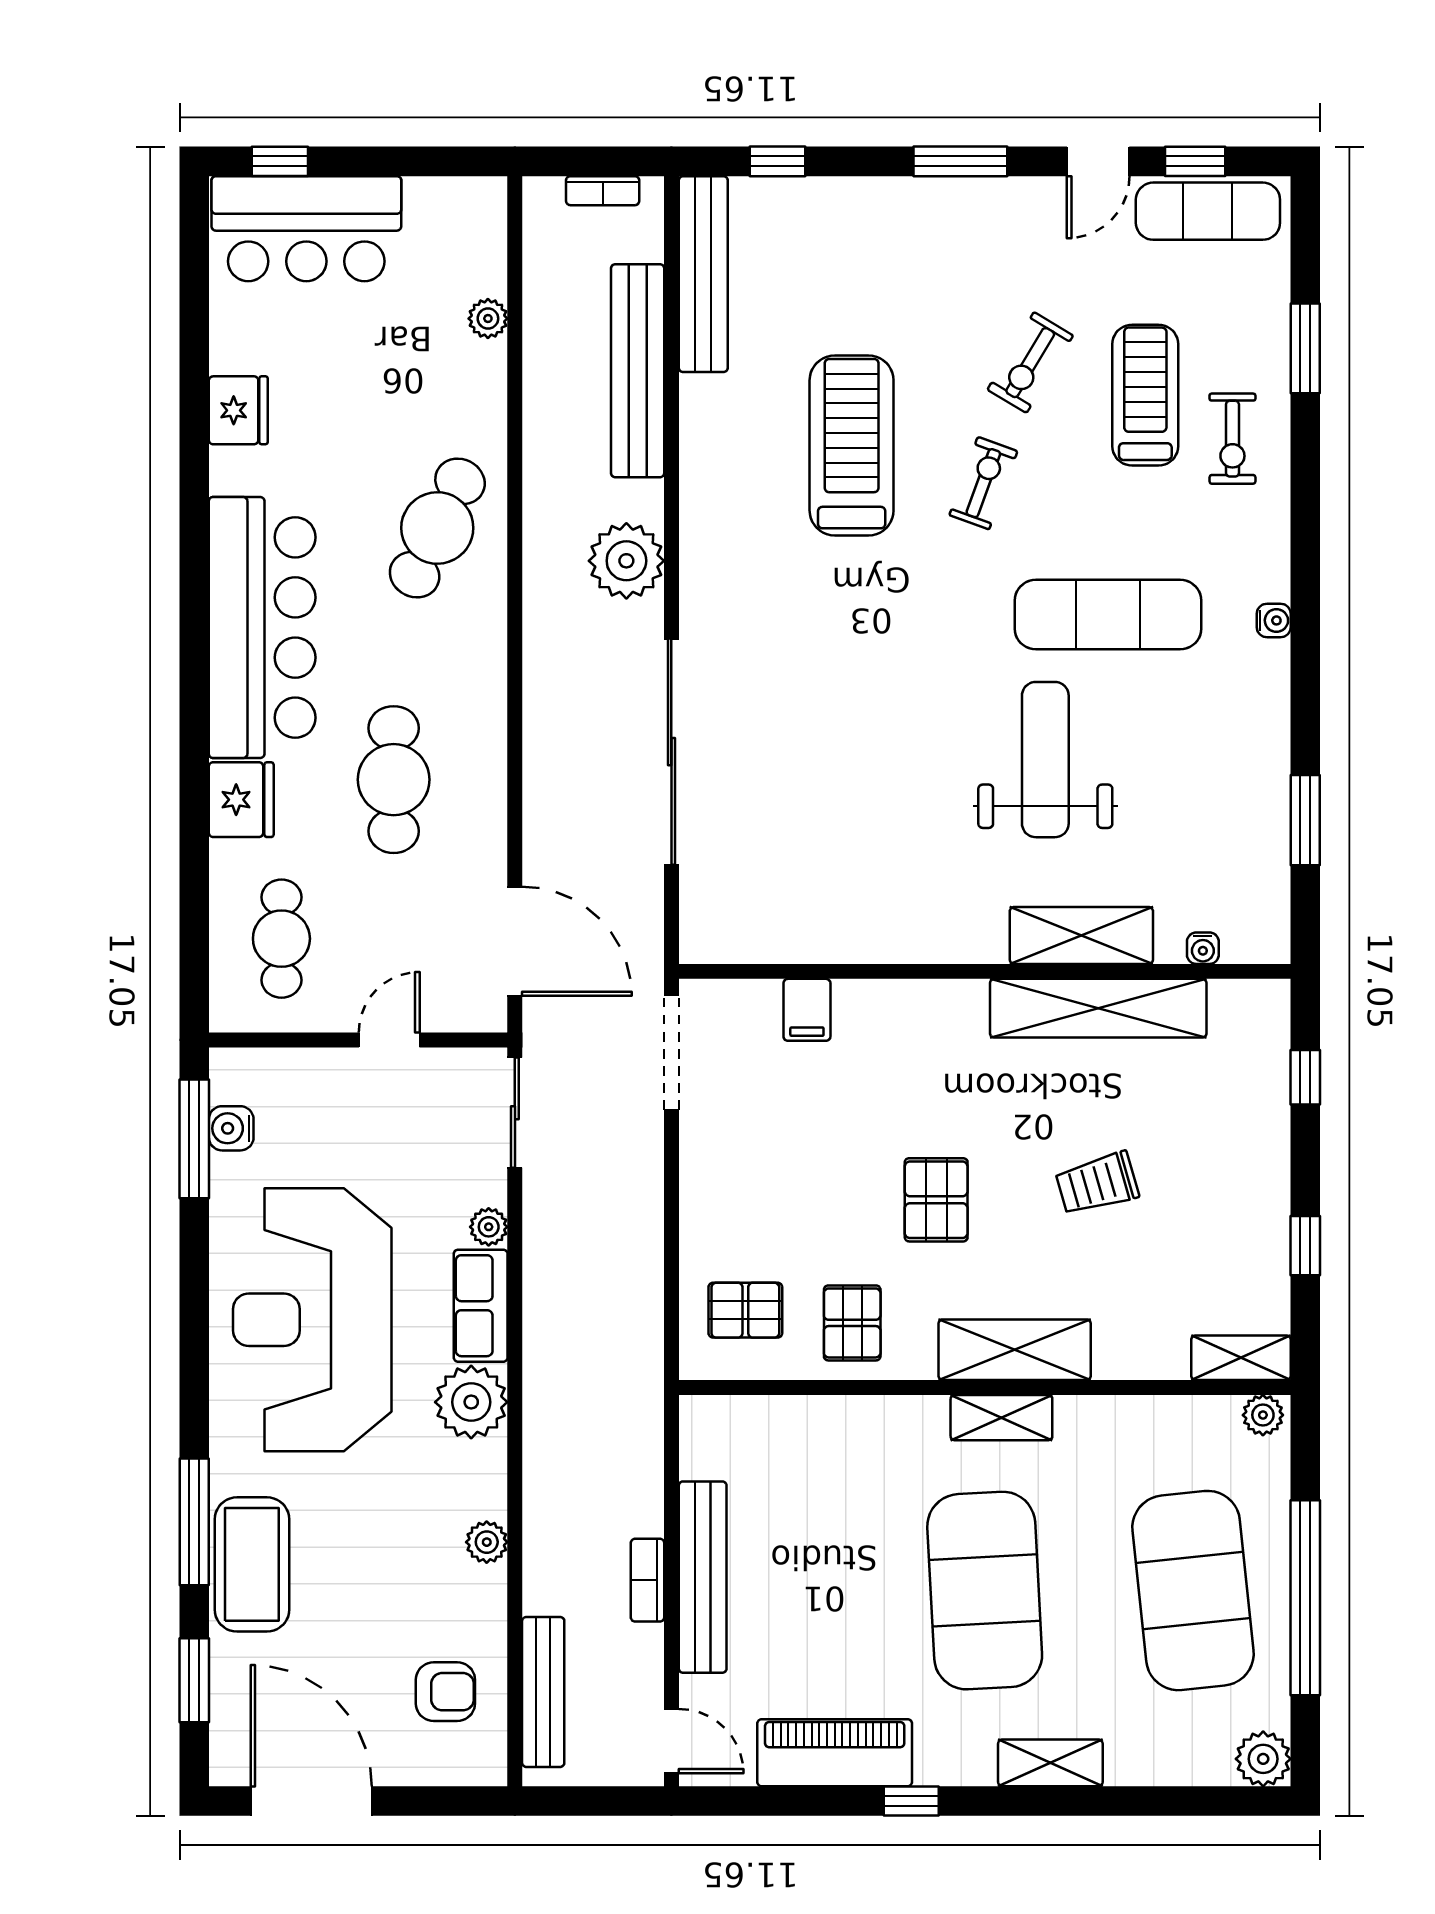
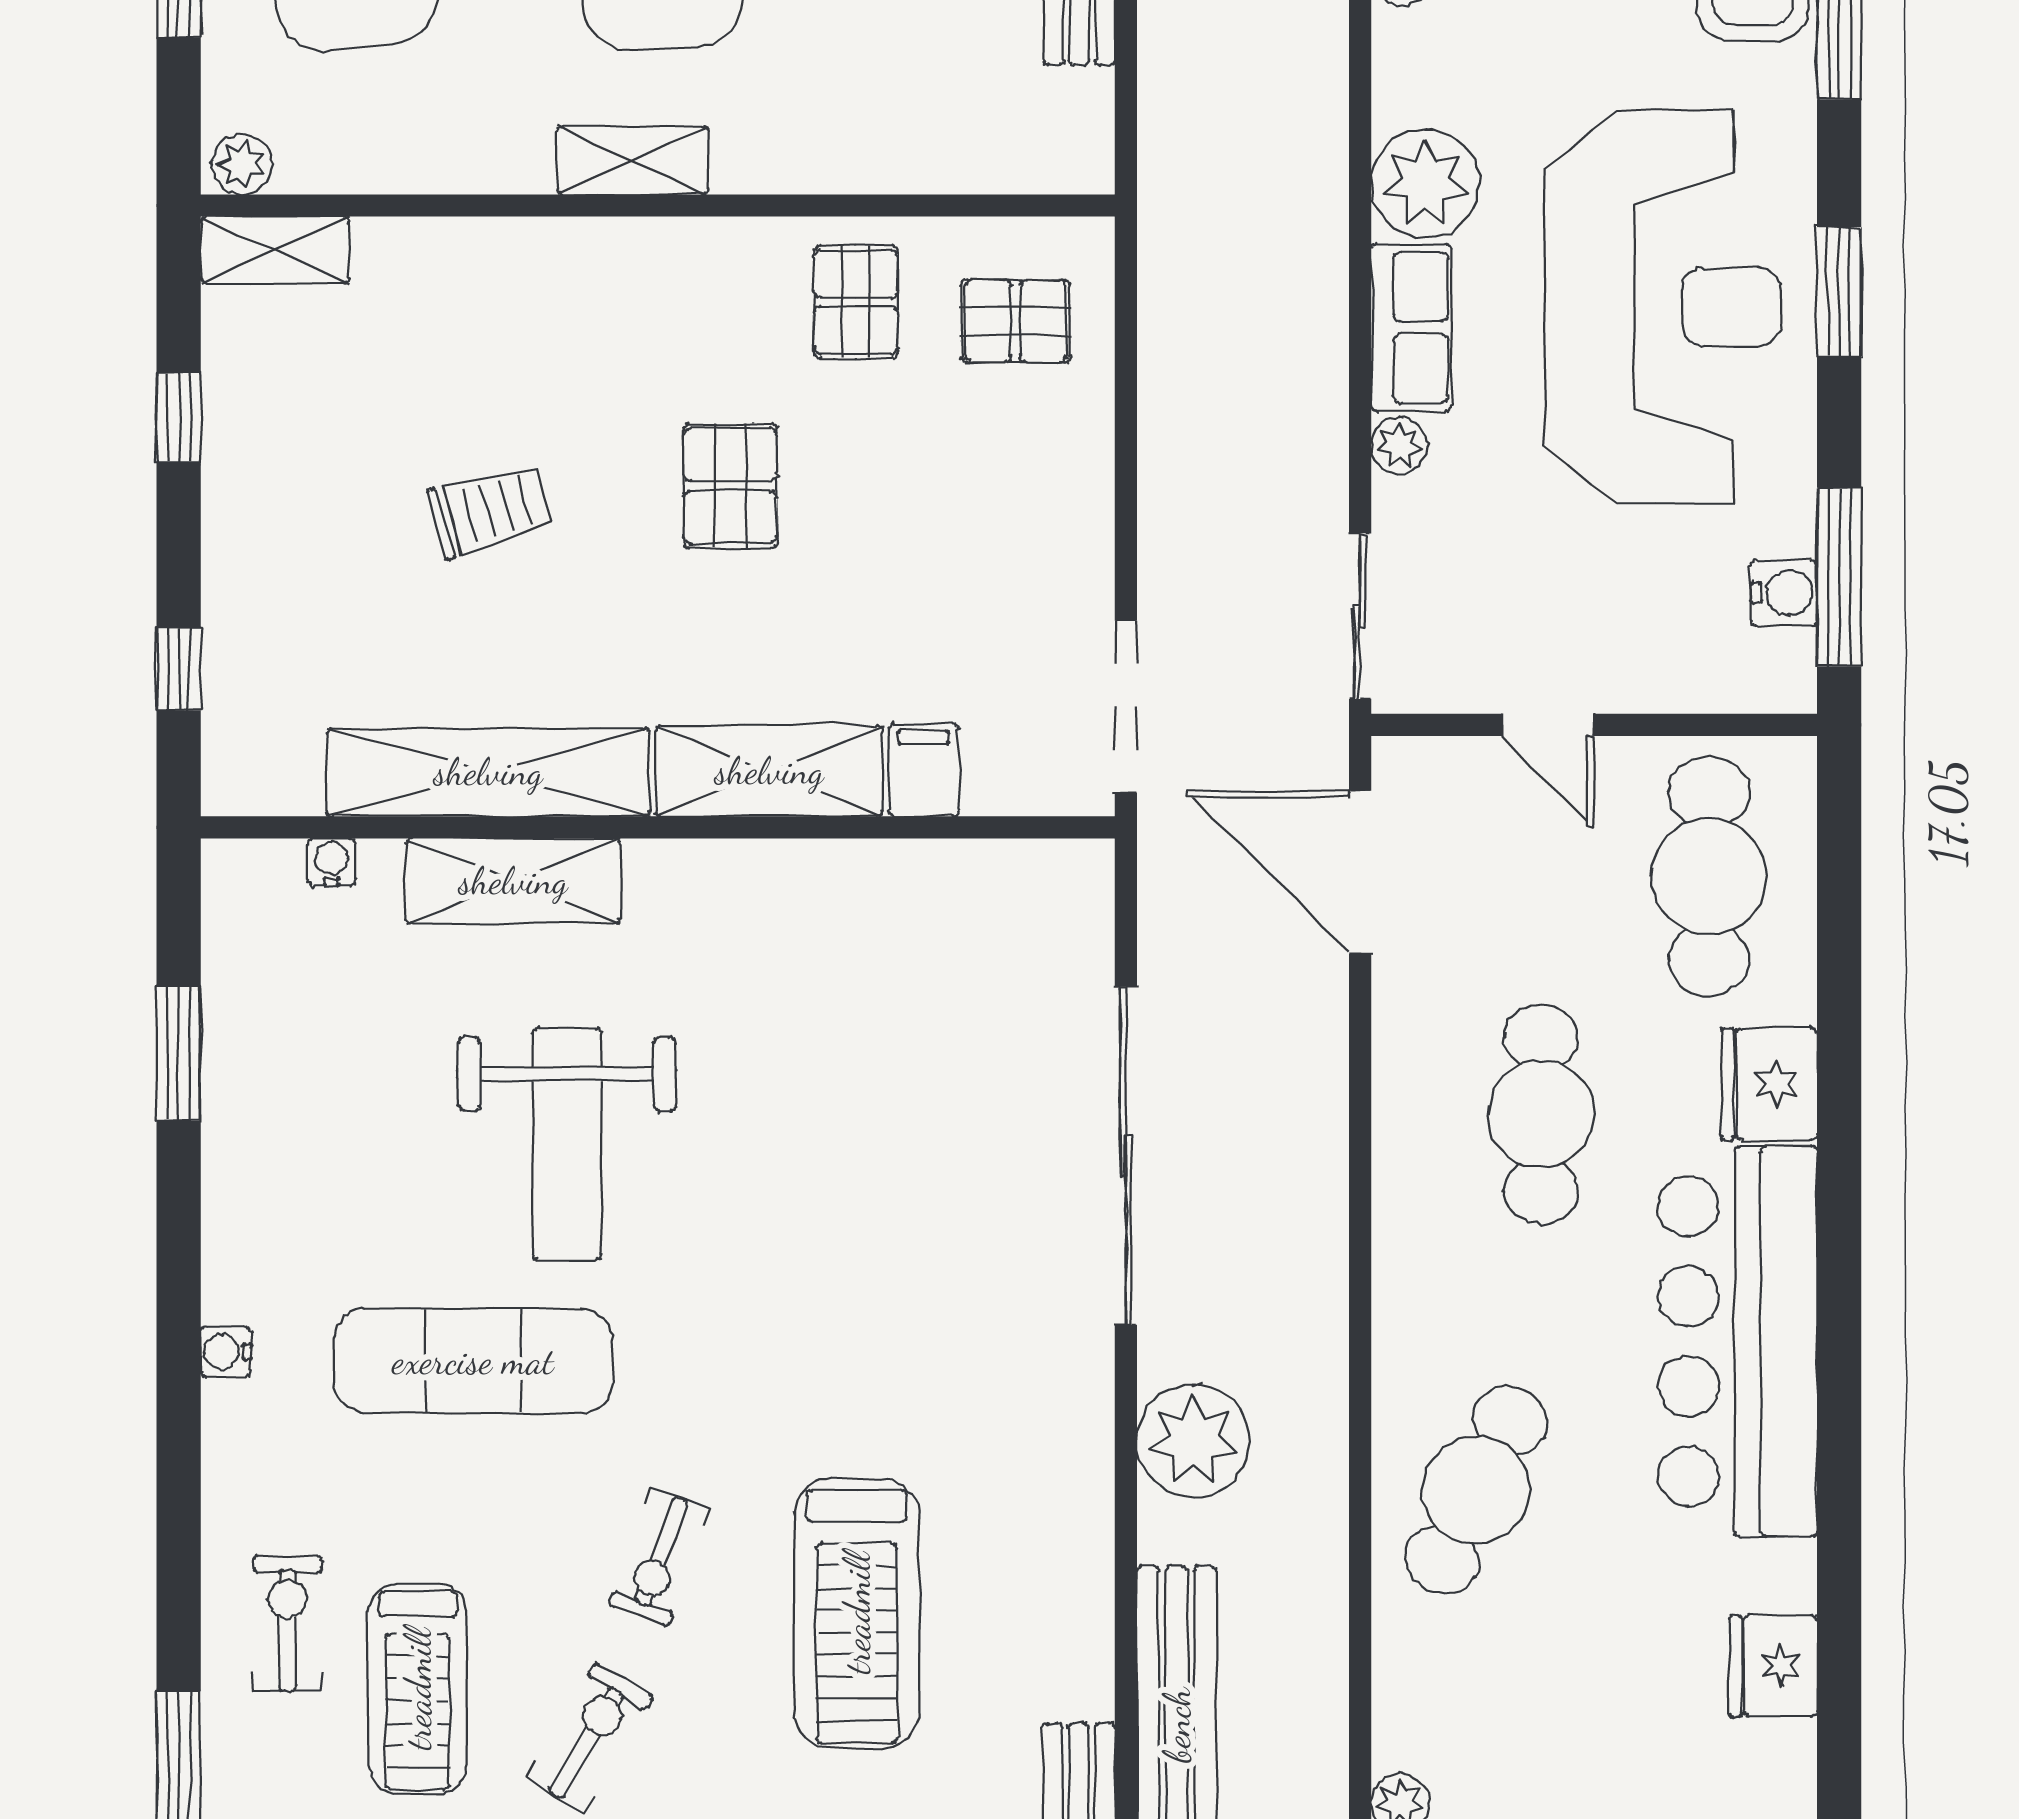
cafe table: (281, 939) -> (1709, 876), width x1.37, depth x1.35
door: (389, 1040) -> (1548, 725), hinge flipped
window: (194, 1329) -> (1839, 292), added
shelving: (1015, 1350) -> (769, 771), moved

